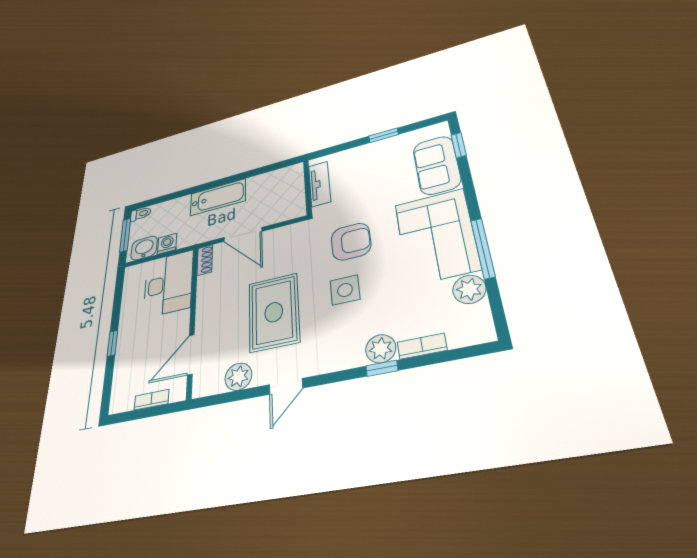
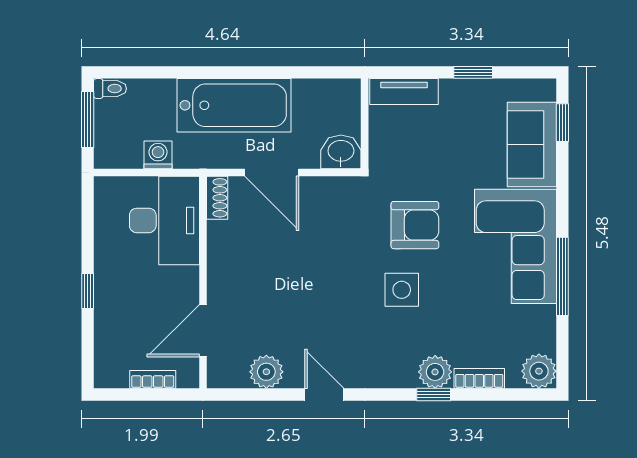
tv unit: (320, 184) -> (404, 91), moved, turned 90
bathtub: (218, 197) -> (234, 105), width x1.36, depth x1.36
washbasin: (144, 248) -> (341, 152), moved
plant: (469, 289) -> (539, 371), moved
rug: (274, 312) -> (312, 298), removed
door: (286, 386) -> (324, 395), swing flipped

